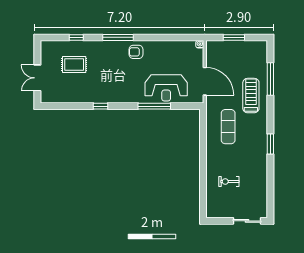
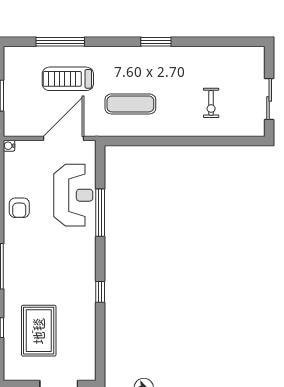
armchair: (136, 52) -> (19, 208), moved
rug: (74, 64) -> (39, 331), width x1.36, depth x1.43
treadmill: (251, 96) -> (68, 79), moved
sliding door: (247, 221) -> (269, 99), moved

